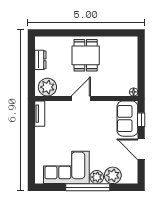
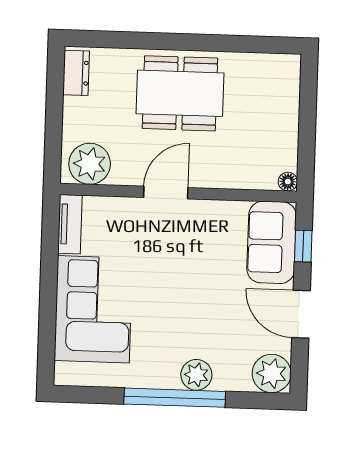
dining table: (86, 55) -> (180, 93), width x1.38
dresser: (40, 60) -> (76, 73), moved
corner sofa: (66, 167) -> (93, 309), moved, turned 90
plant: (113, 175) -> (272, 373), moved

